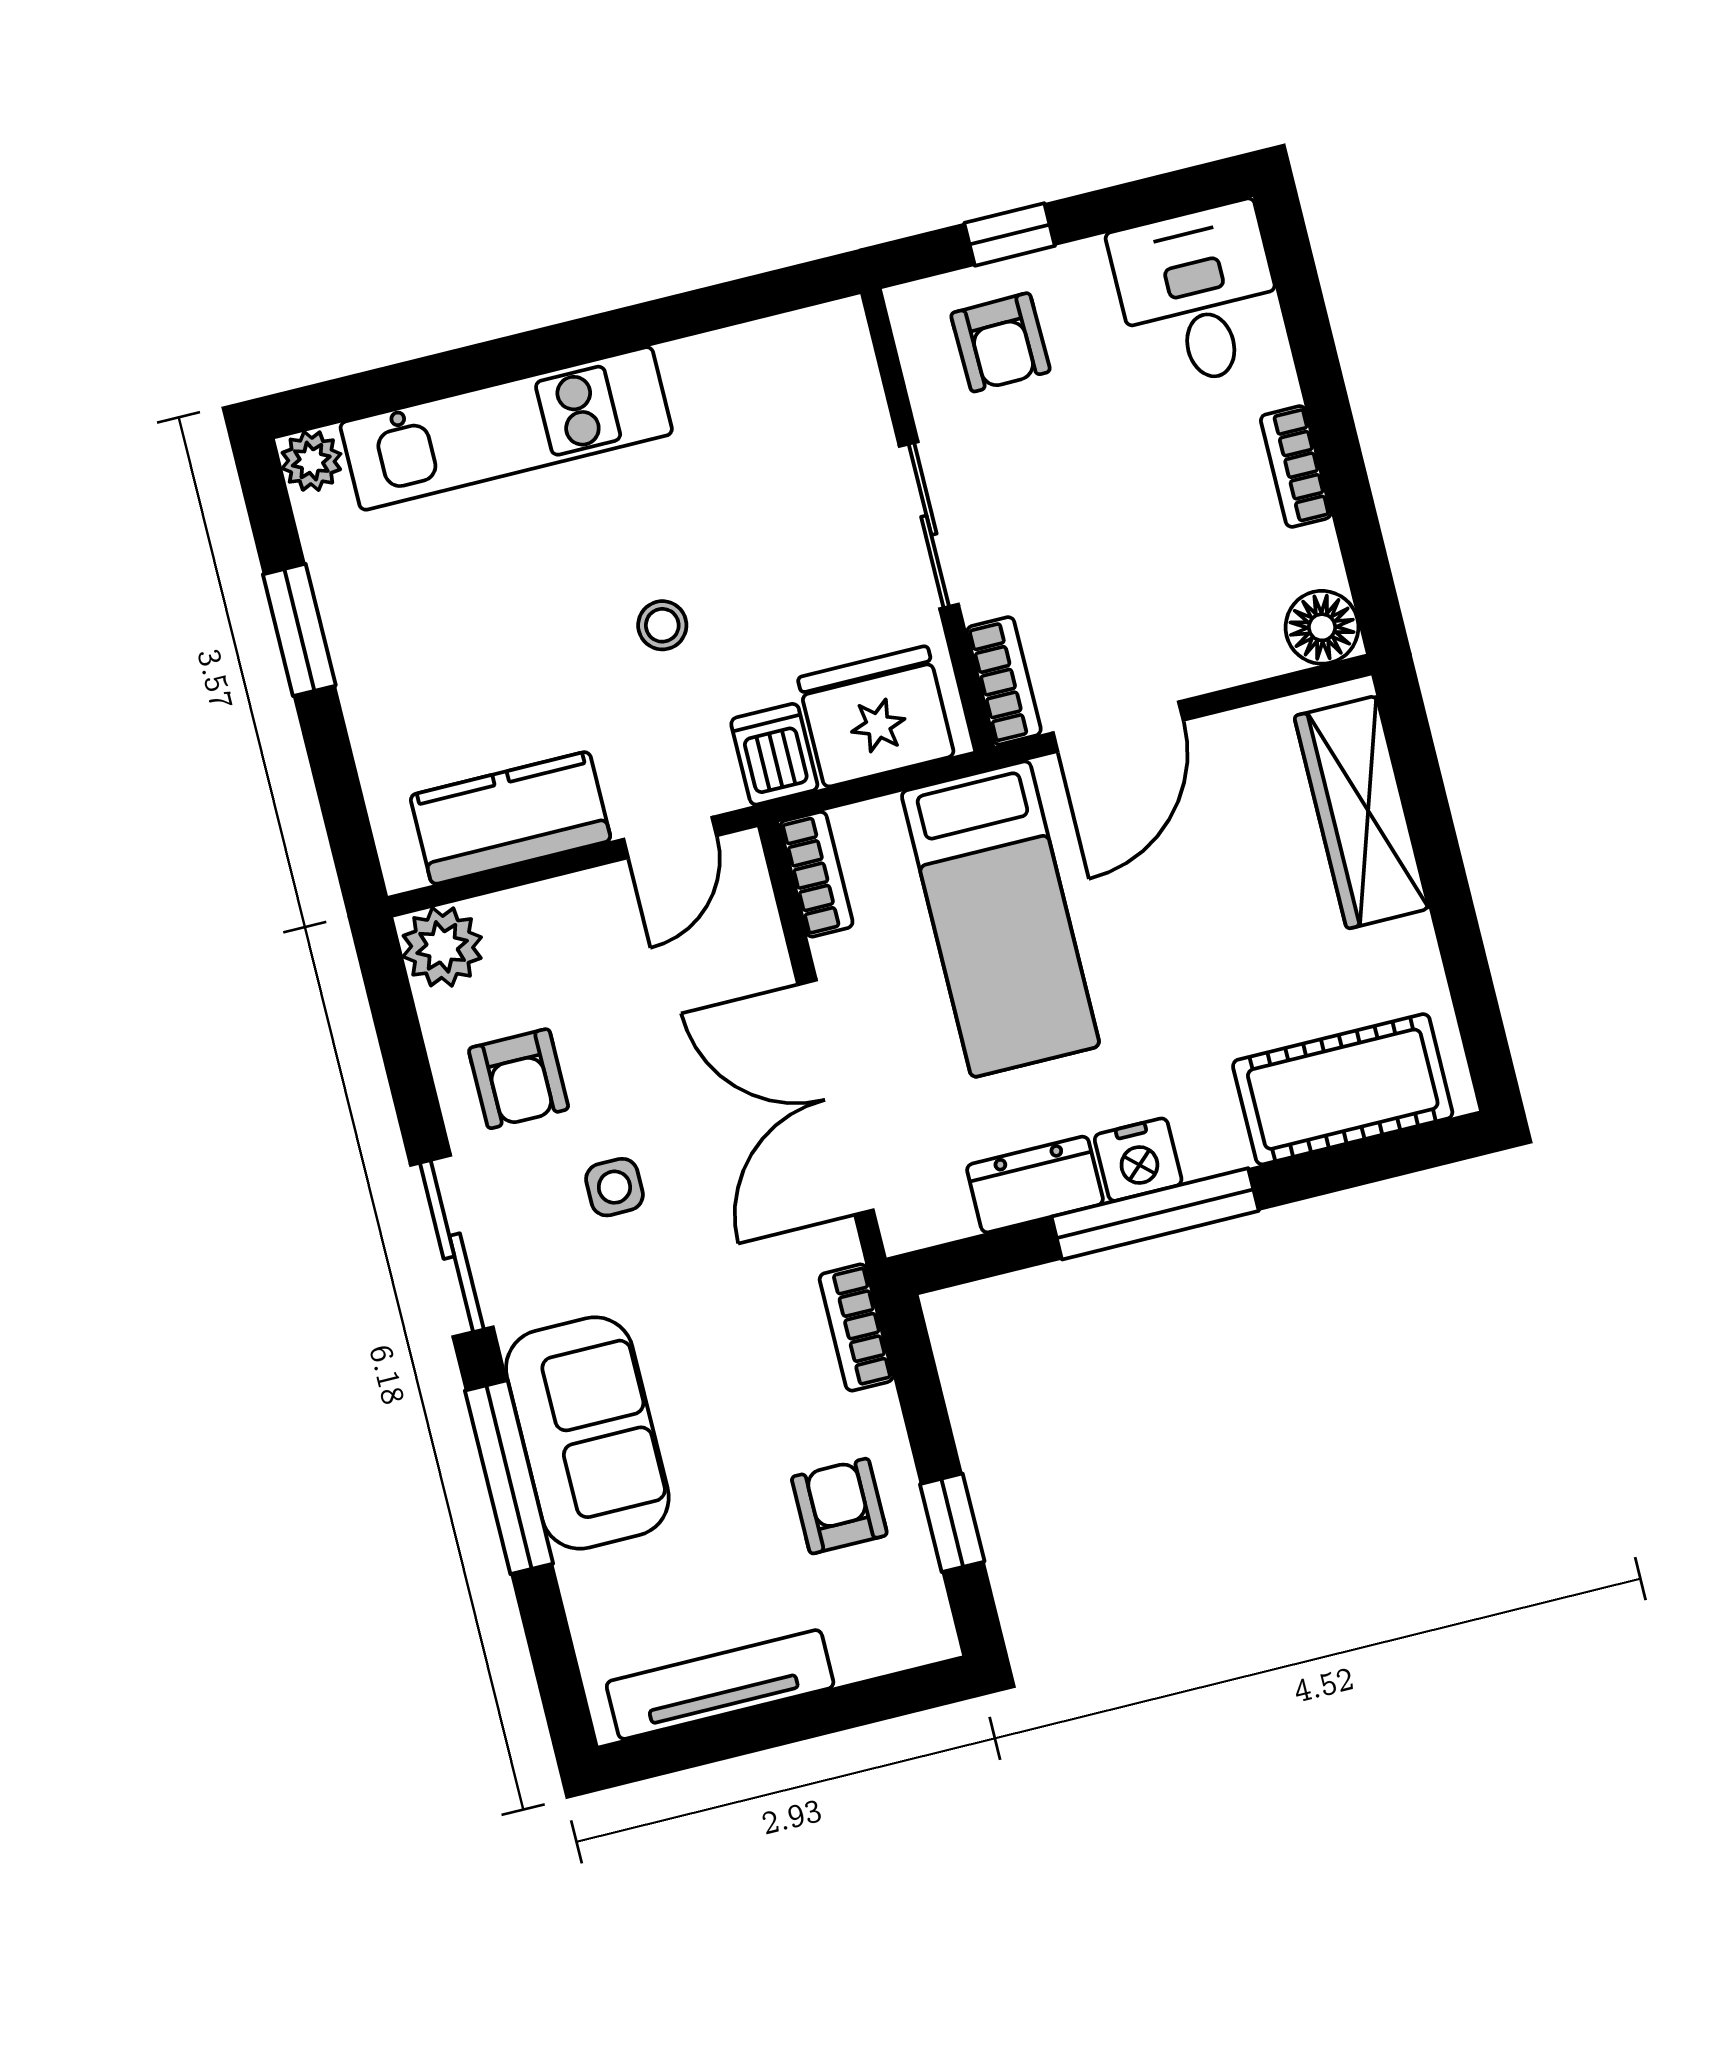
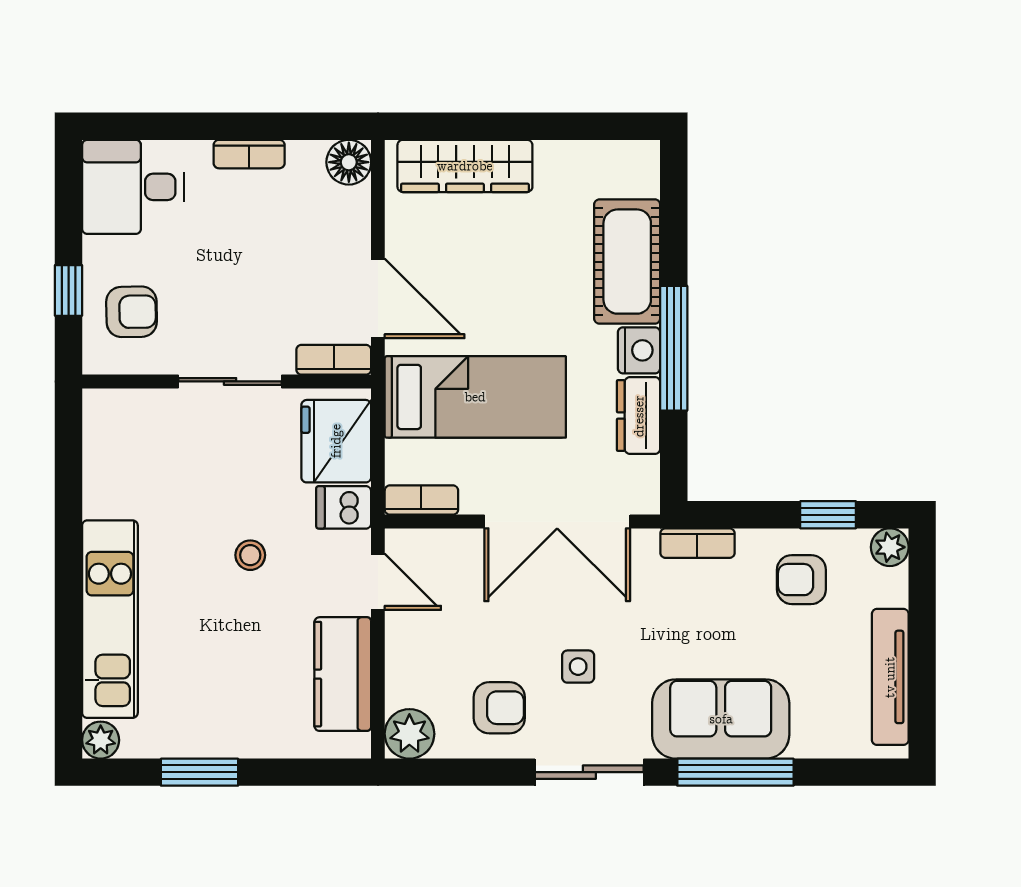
cot: (1343, 1089) -> (627, 262), moved
plant: (925, 1633) -> (890, 547), added

